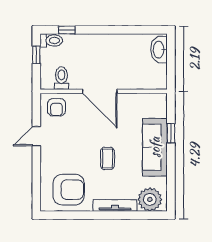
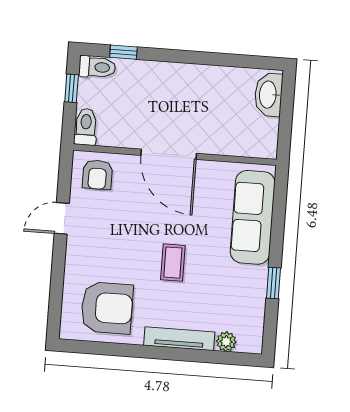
toilet: (61, 78) -> (86, 127), moved
window: (171, 133) -> (273, 283), moved
sofa: (155, 147) -> (253, 217), moved
plant: (150, 199) -> (226, 342), width x0.53, depth x0.53

